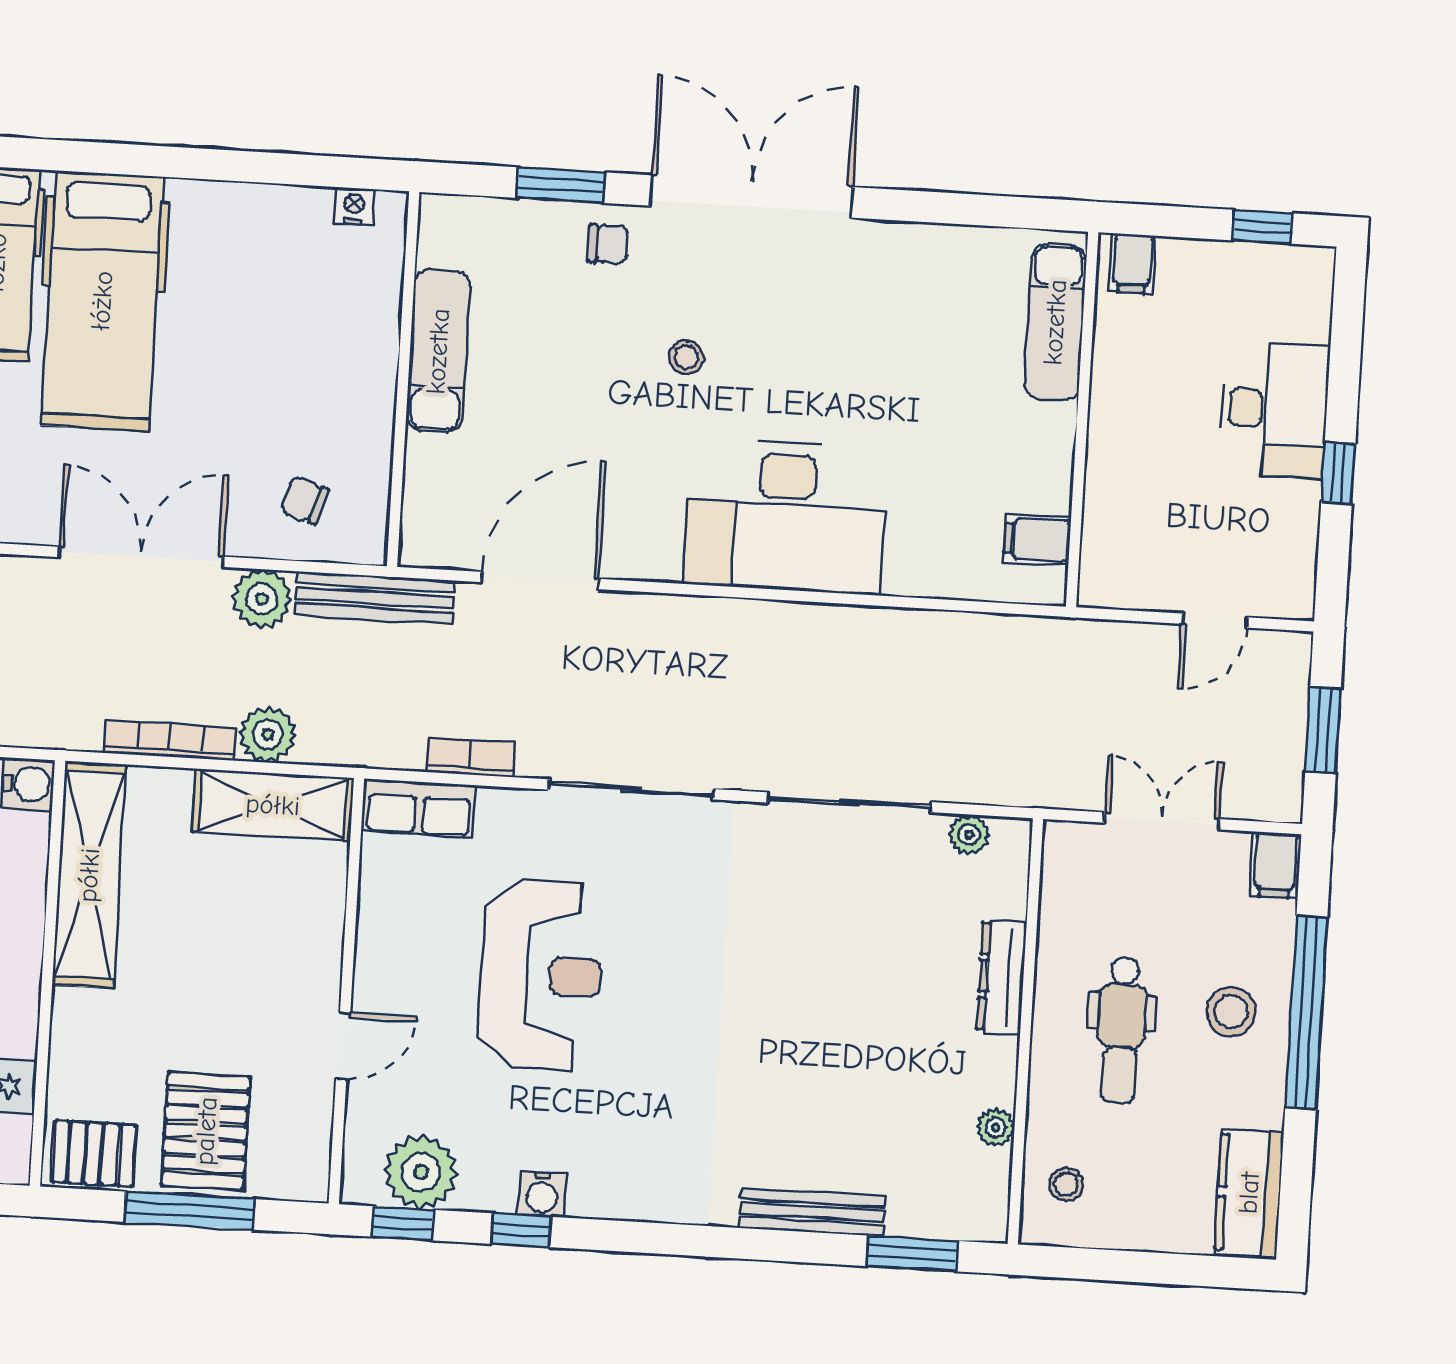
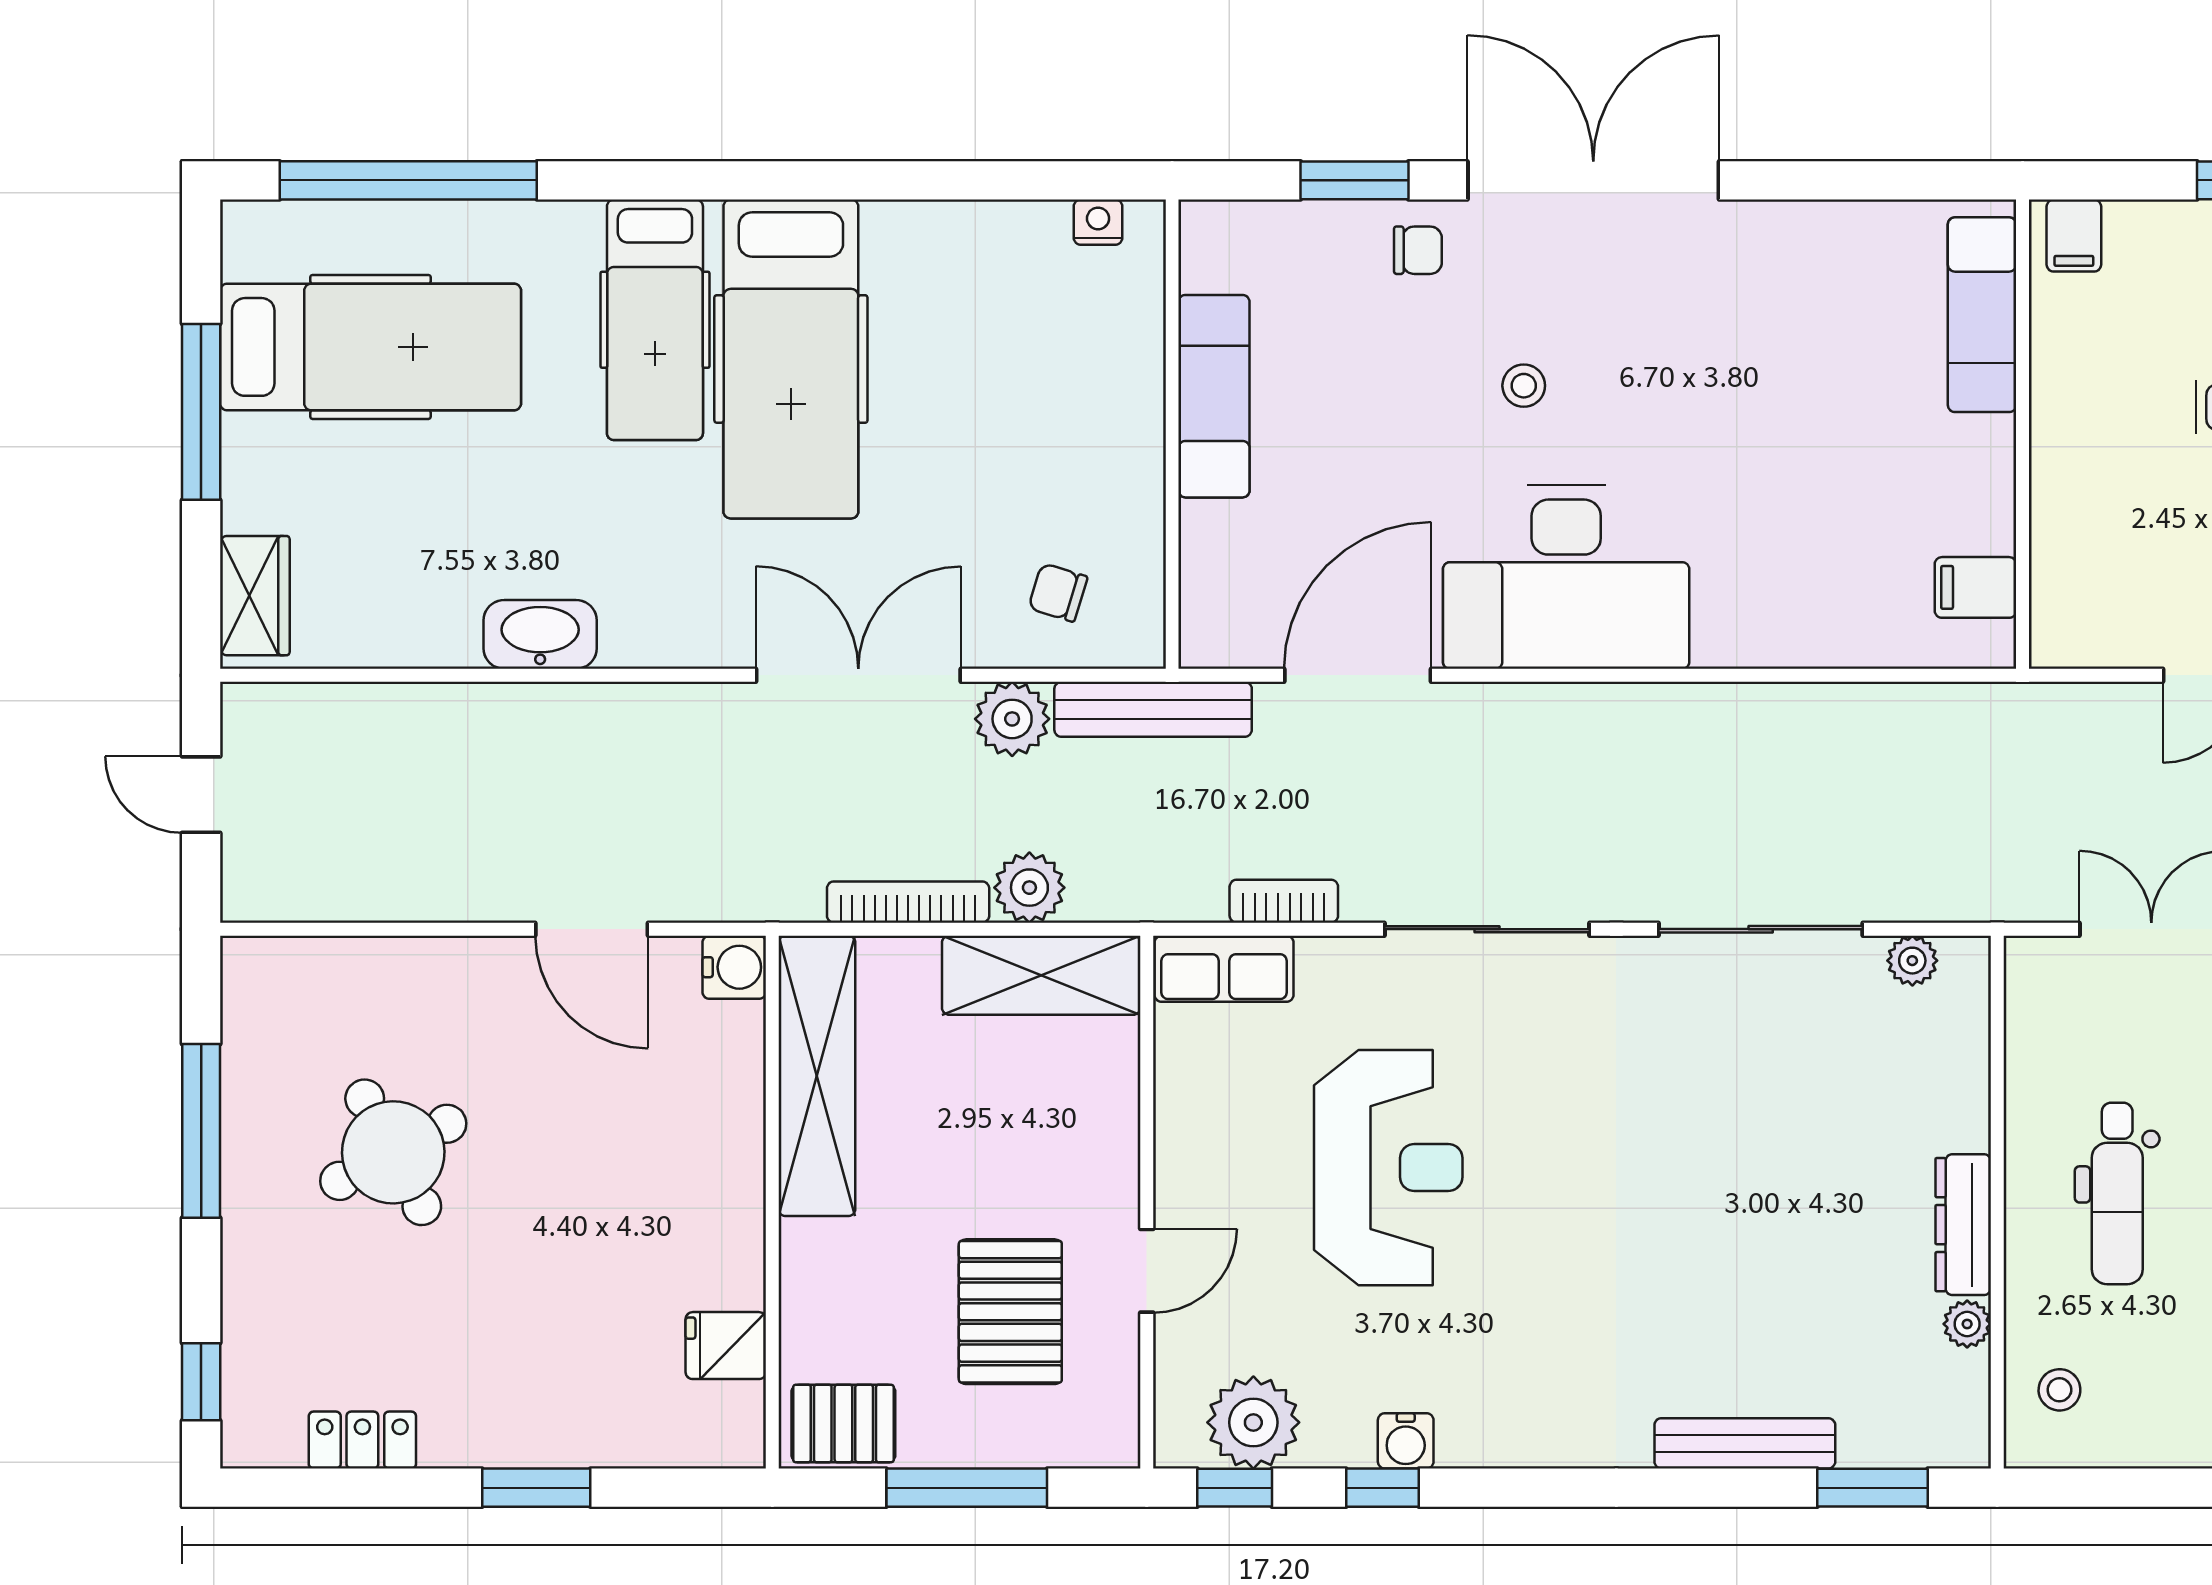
desk: (786, 516) -> (1566, 577), moved
dresser: (1001, 977) -> (1963, 1225), moved
pallet: (206, 1131) -> (1010, 1312), moved

